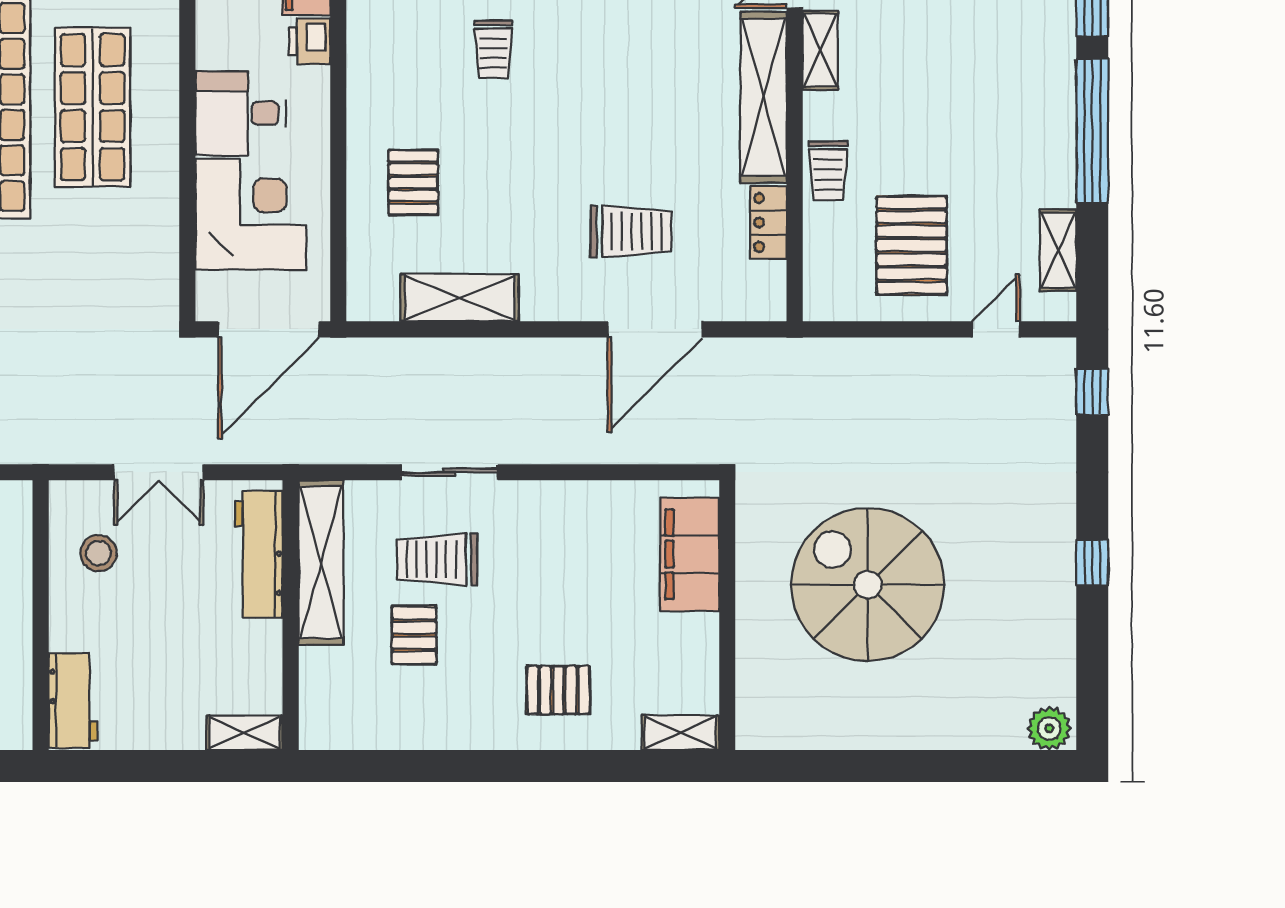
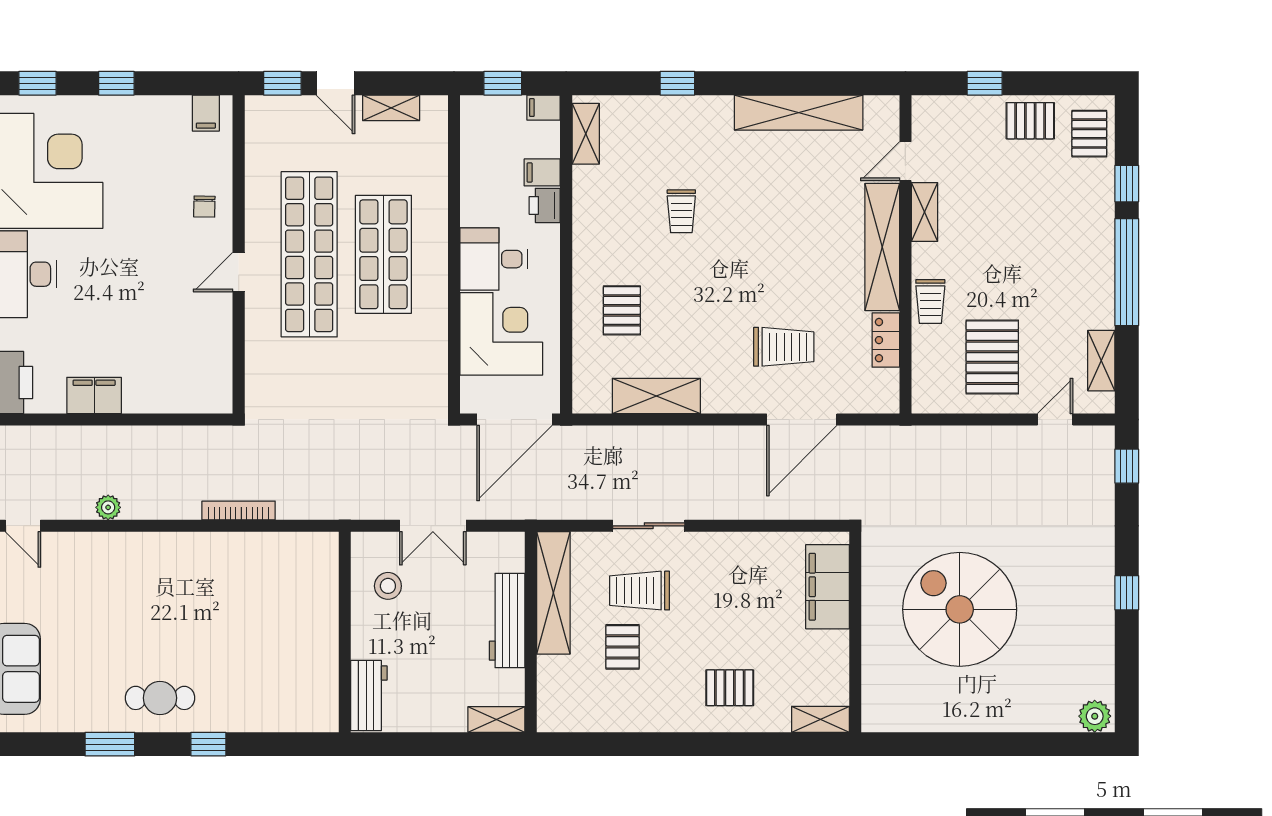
workbench: (259, 554) -> (507, 620), moved

